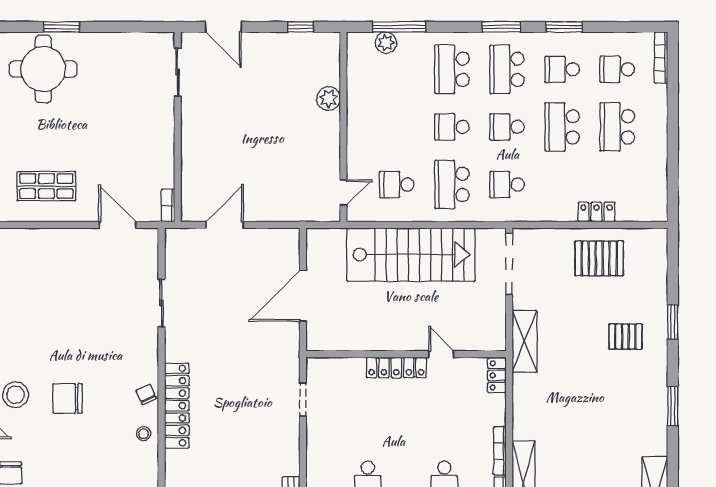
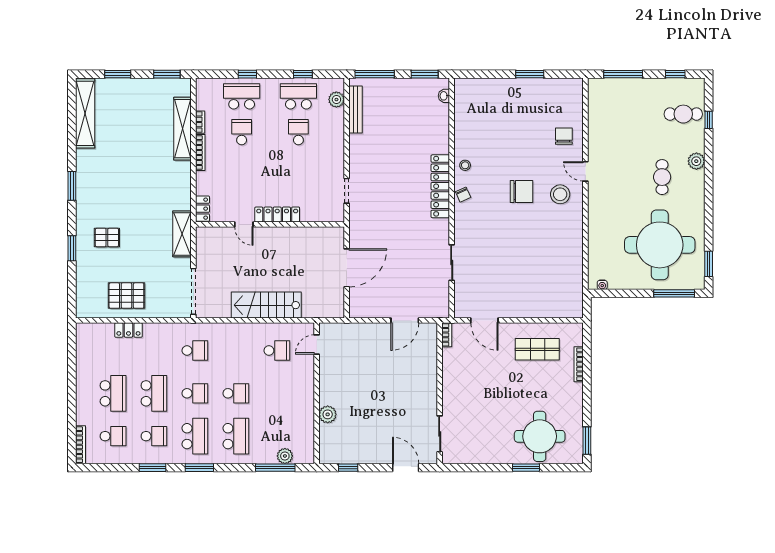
school desk: (452, 184) -> (236, 351), removed
stairs: (411, 255) -> (266, 305), width x0.73, depth x0.66

